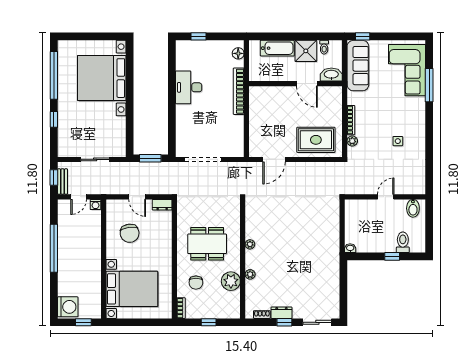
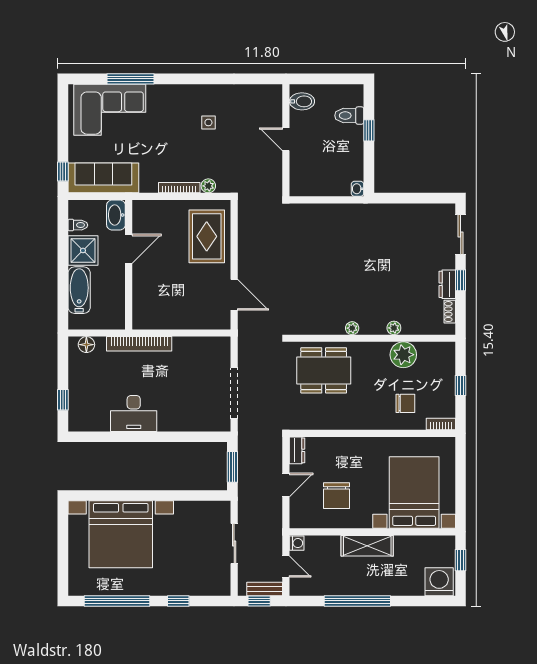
chair: (130, 233) -> (337, 496), turned 98
dining table: (207, 244) -> (324, 370), moved, turned 90
shelving: (94, 255) -> (367, 546), added

